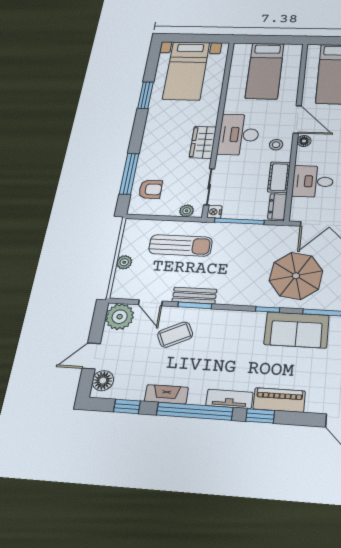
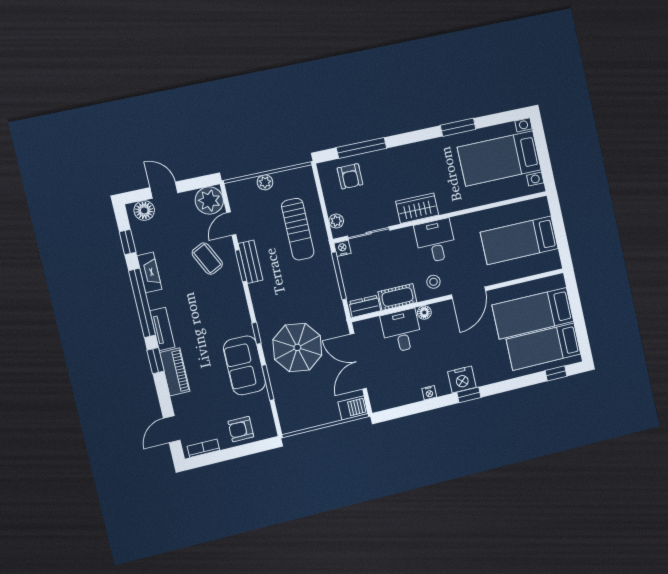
desk: (239, 135) -> (435, 241), width x0.73
floor lamp: (304, 141) -> (424, 312), moved

